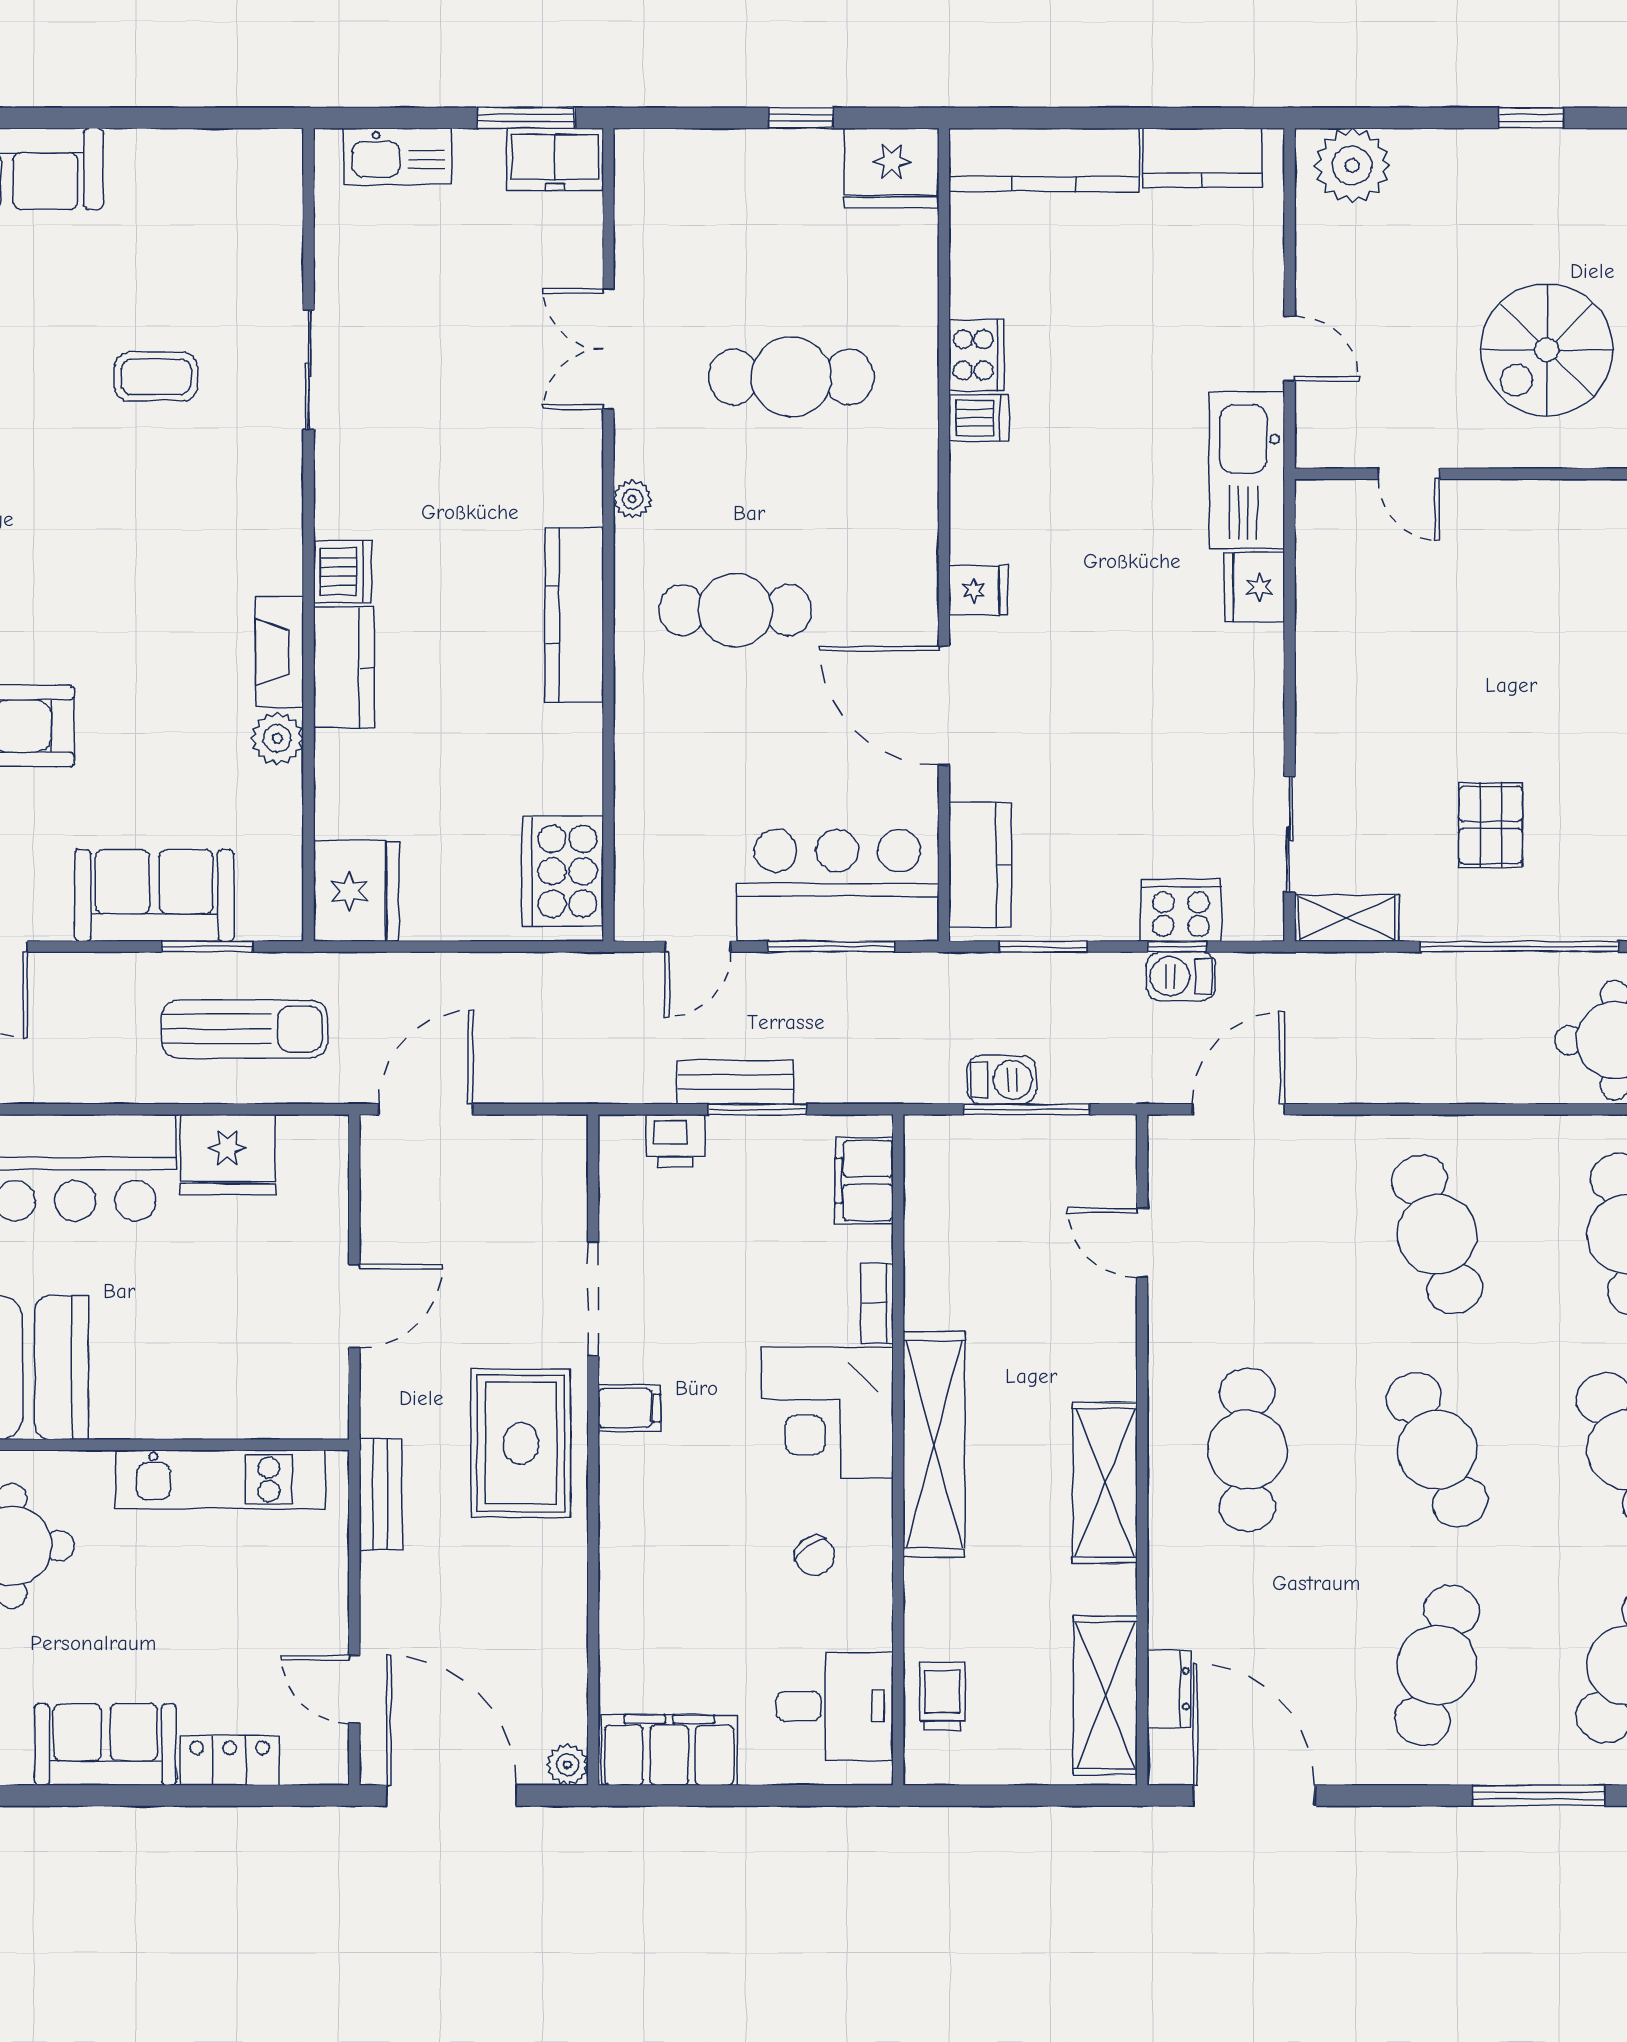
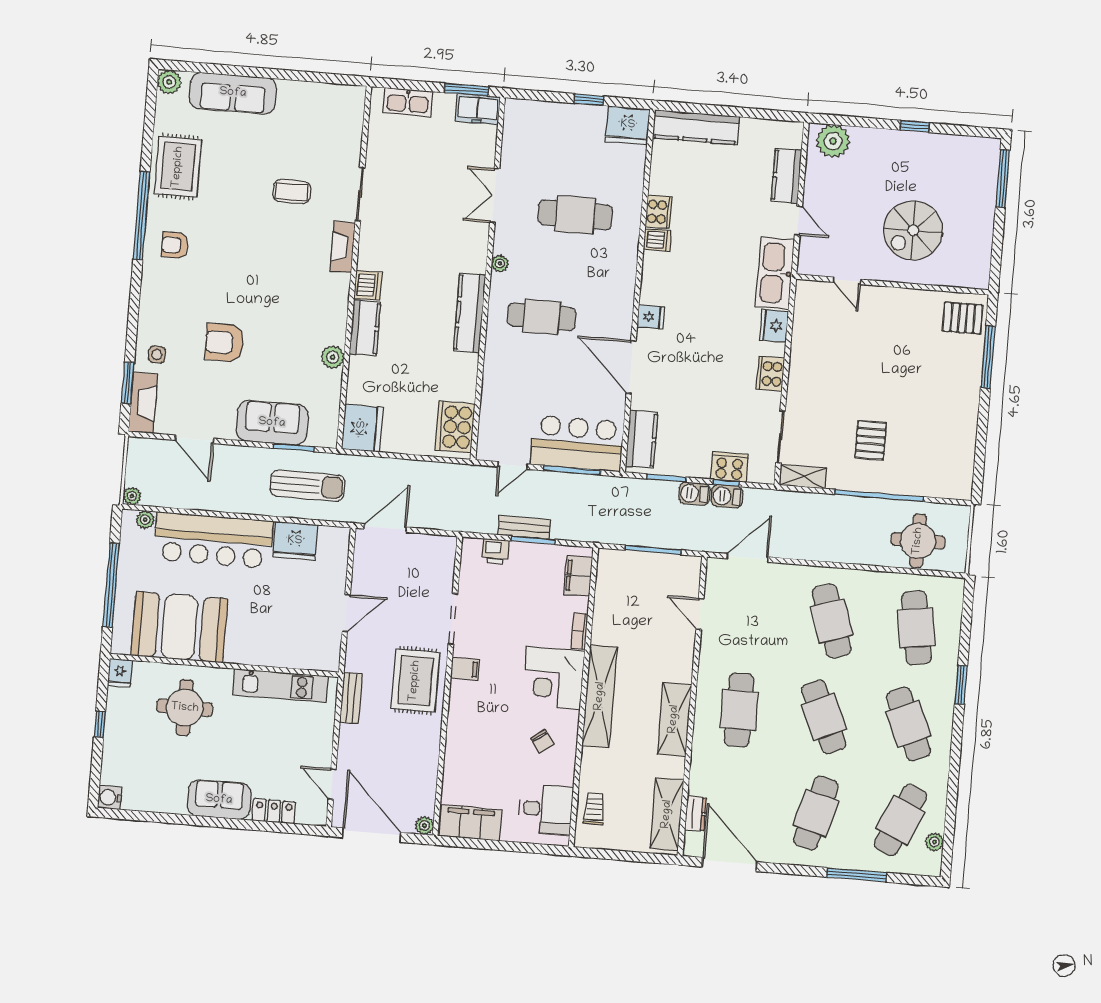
kitchen counter: (1202, 158) -> (786, 176), moved, turned 90
fireplace: (279, 652) -> (343, 247), moved
cooker: (1255, 695) -> (770, 374), added
barbecue: (1002, 1080) -> (694, 494), moved, turned 180

